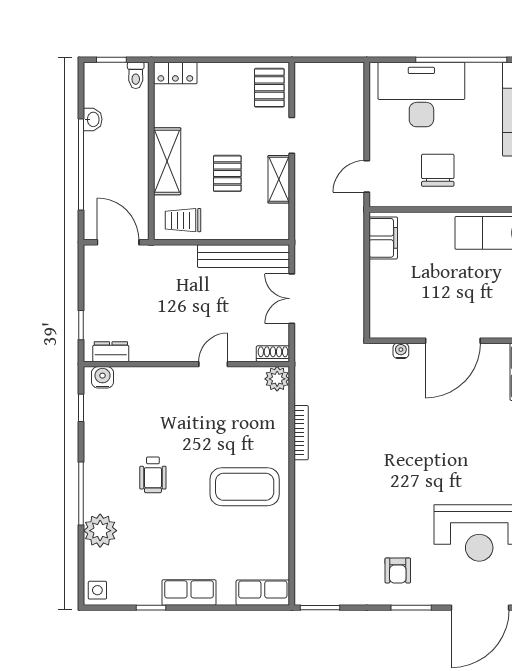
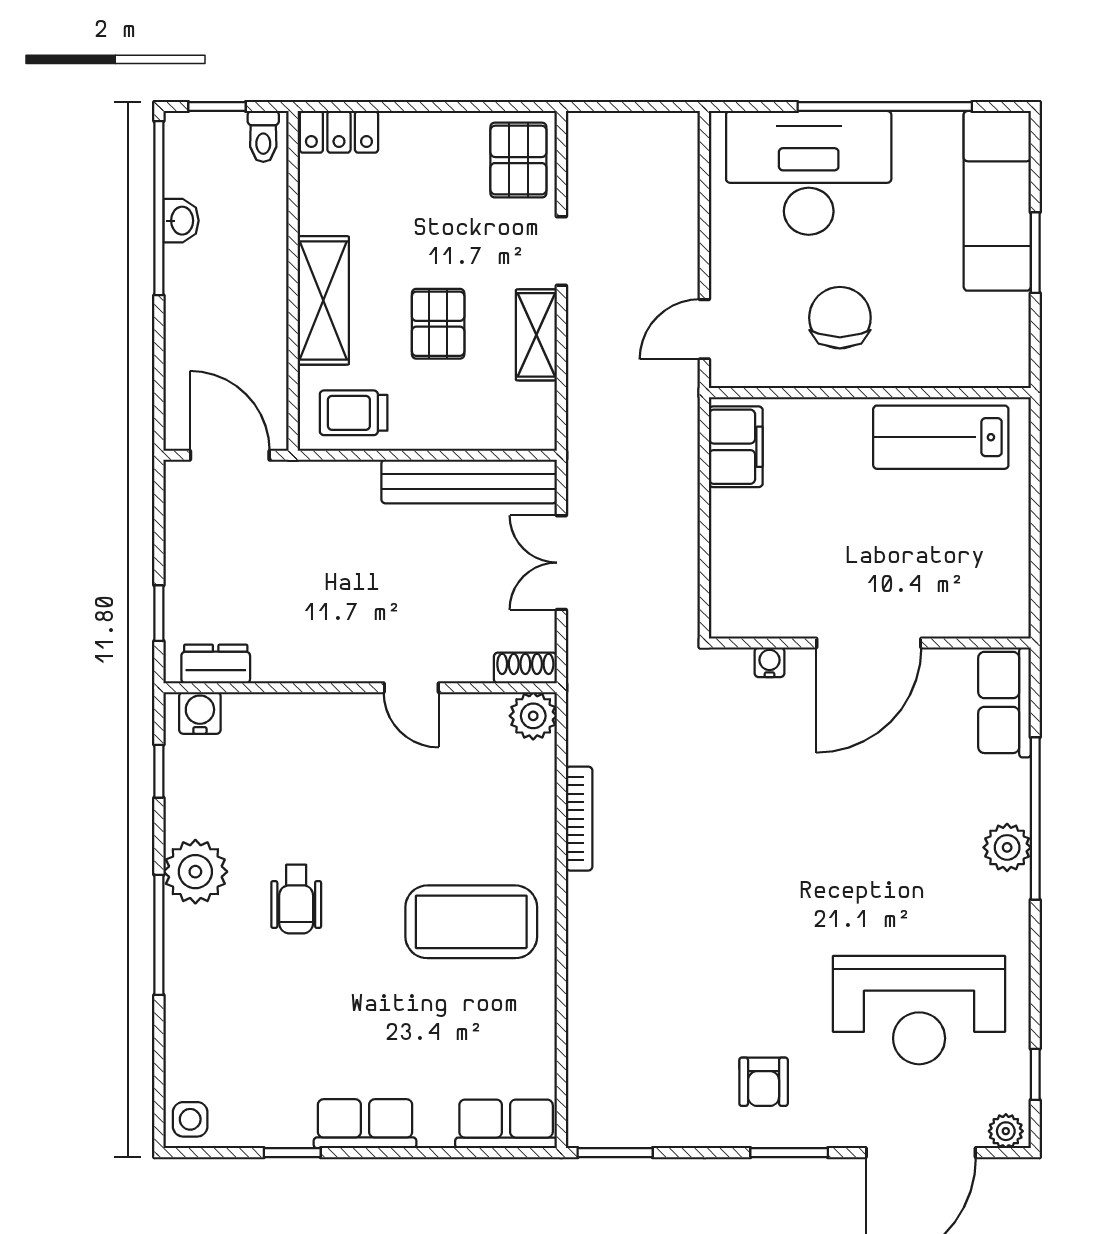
window: (81, 164) -> (159, 208), moved
door: (213, 364) -> (411, 688), swing flipped
plant: (100, 531) -> (195, 872), moved

